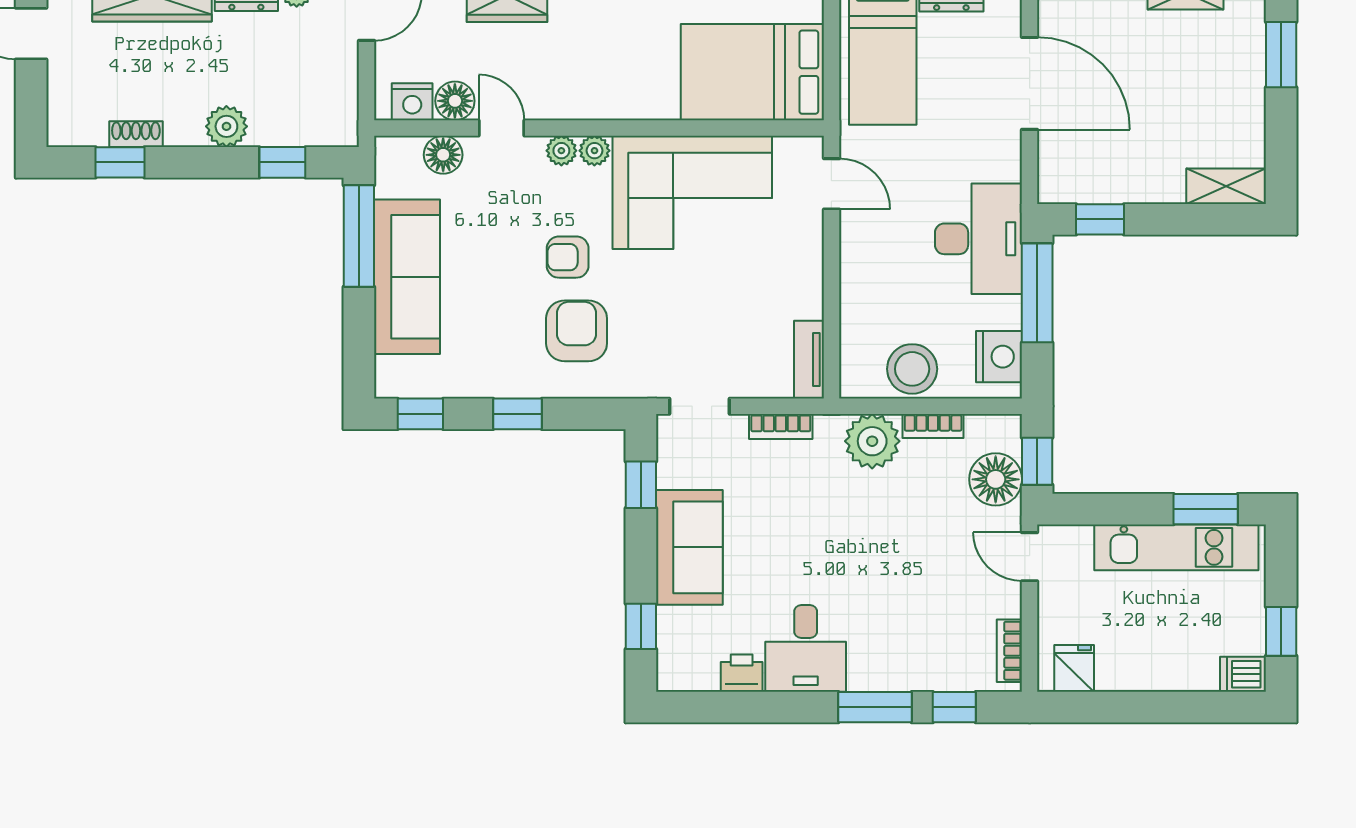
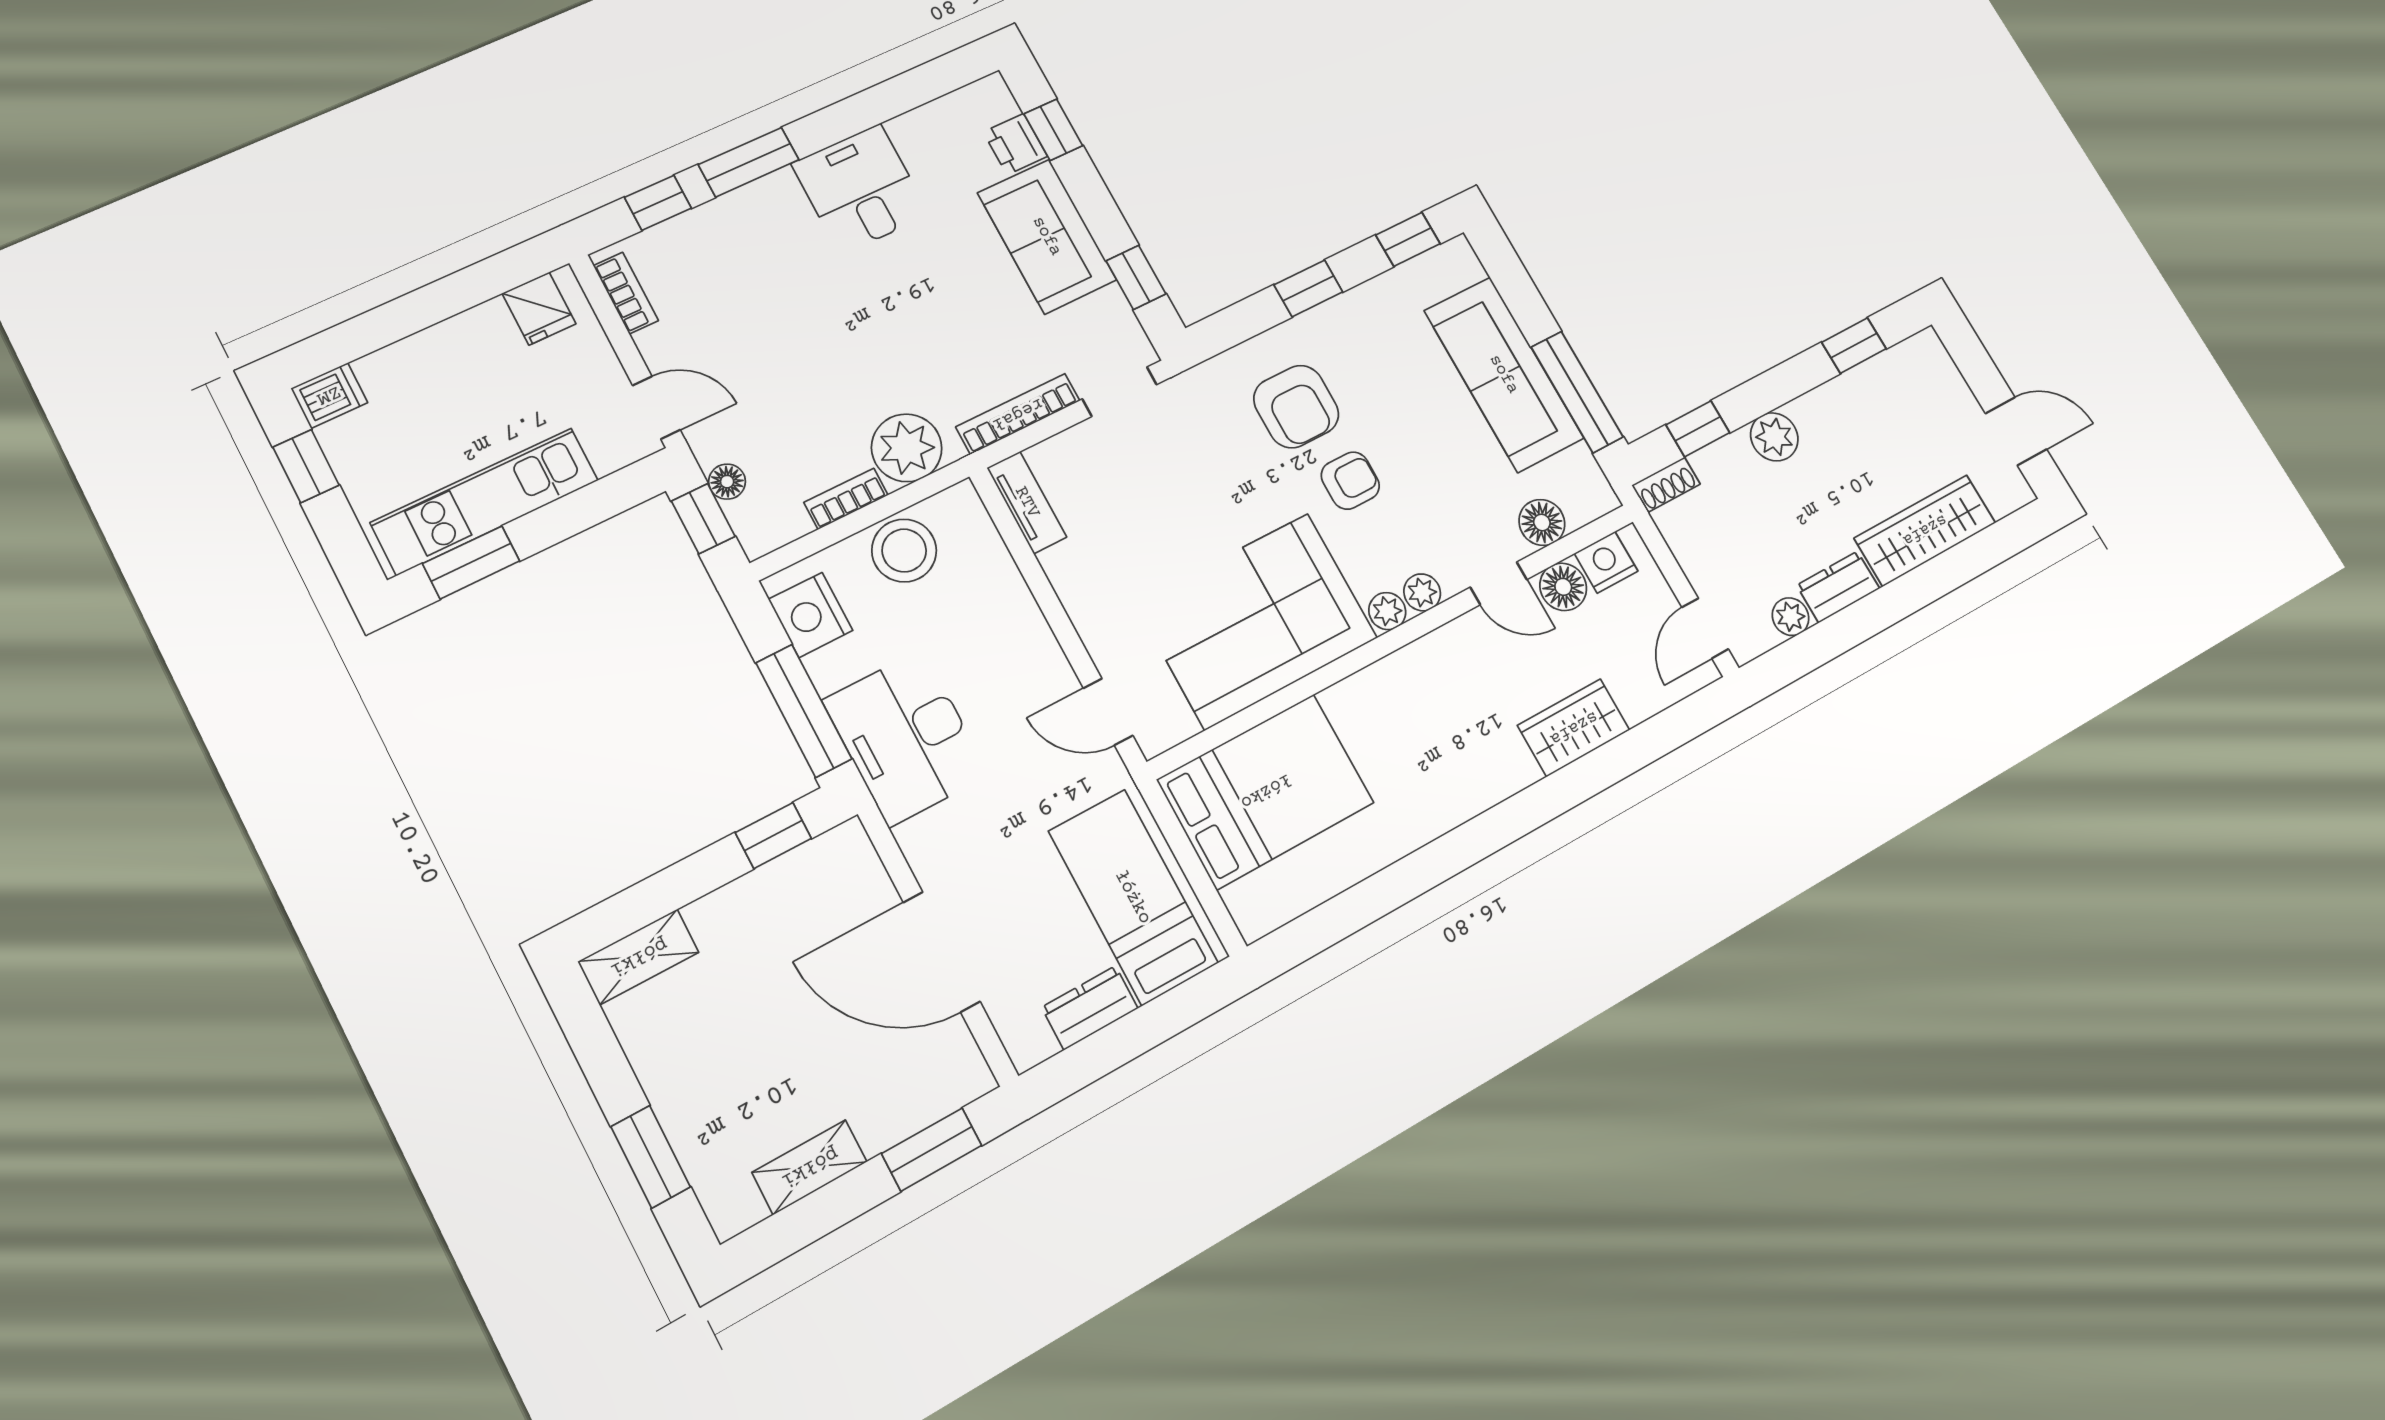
shoe rack: (136, 134) -> (1666, 485), moved
bookcase: (781, 426) -> (1018, 414), width x1.56
floor lamp: (996, 479) -> (727, 482), width x0.53, depth x0.53
printer: (742, 673) -> (1015, 144), moved, turned 90

